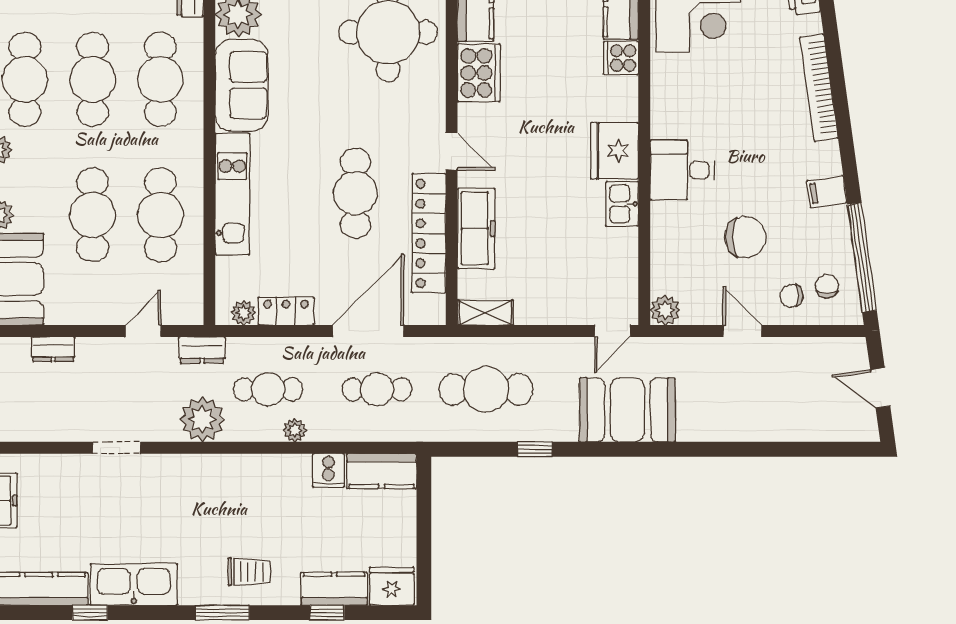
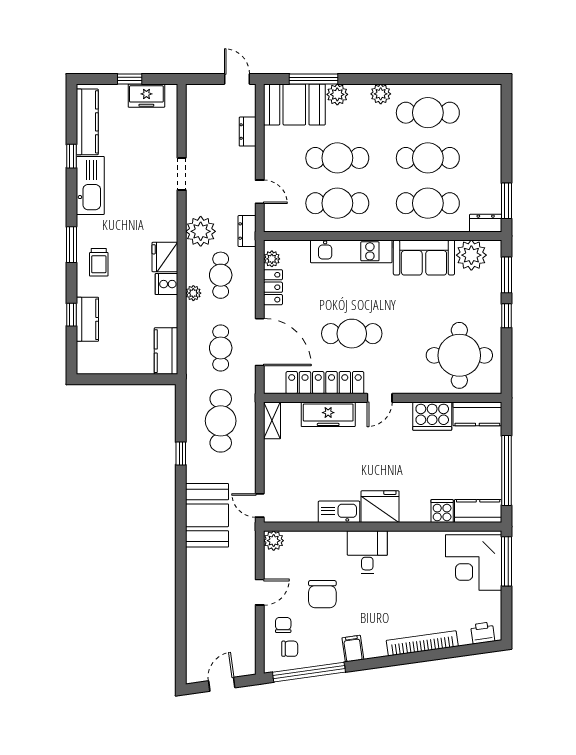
kitchen sink: (622, 204) -> (339, 512), width x1.38
cooker: (328, 470) -> (167, 284), moved
fridge: (392, 586) -> (165, 257), moved, turned 180

